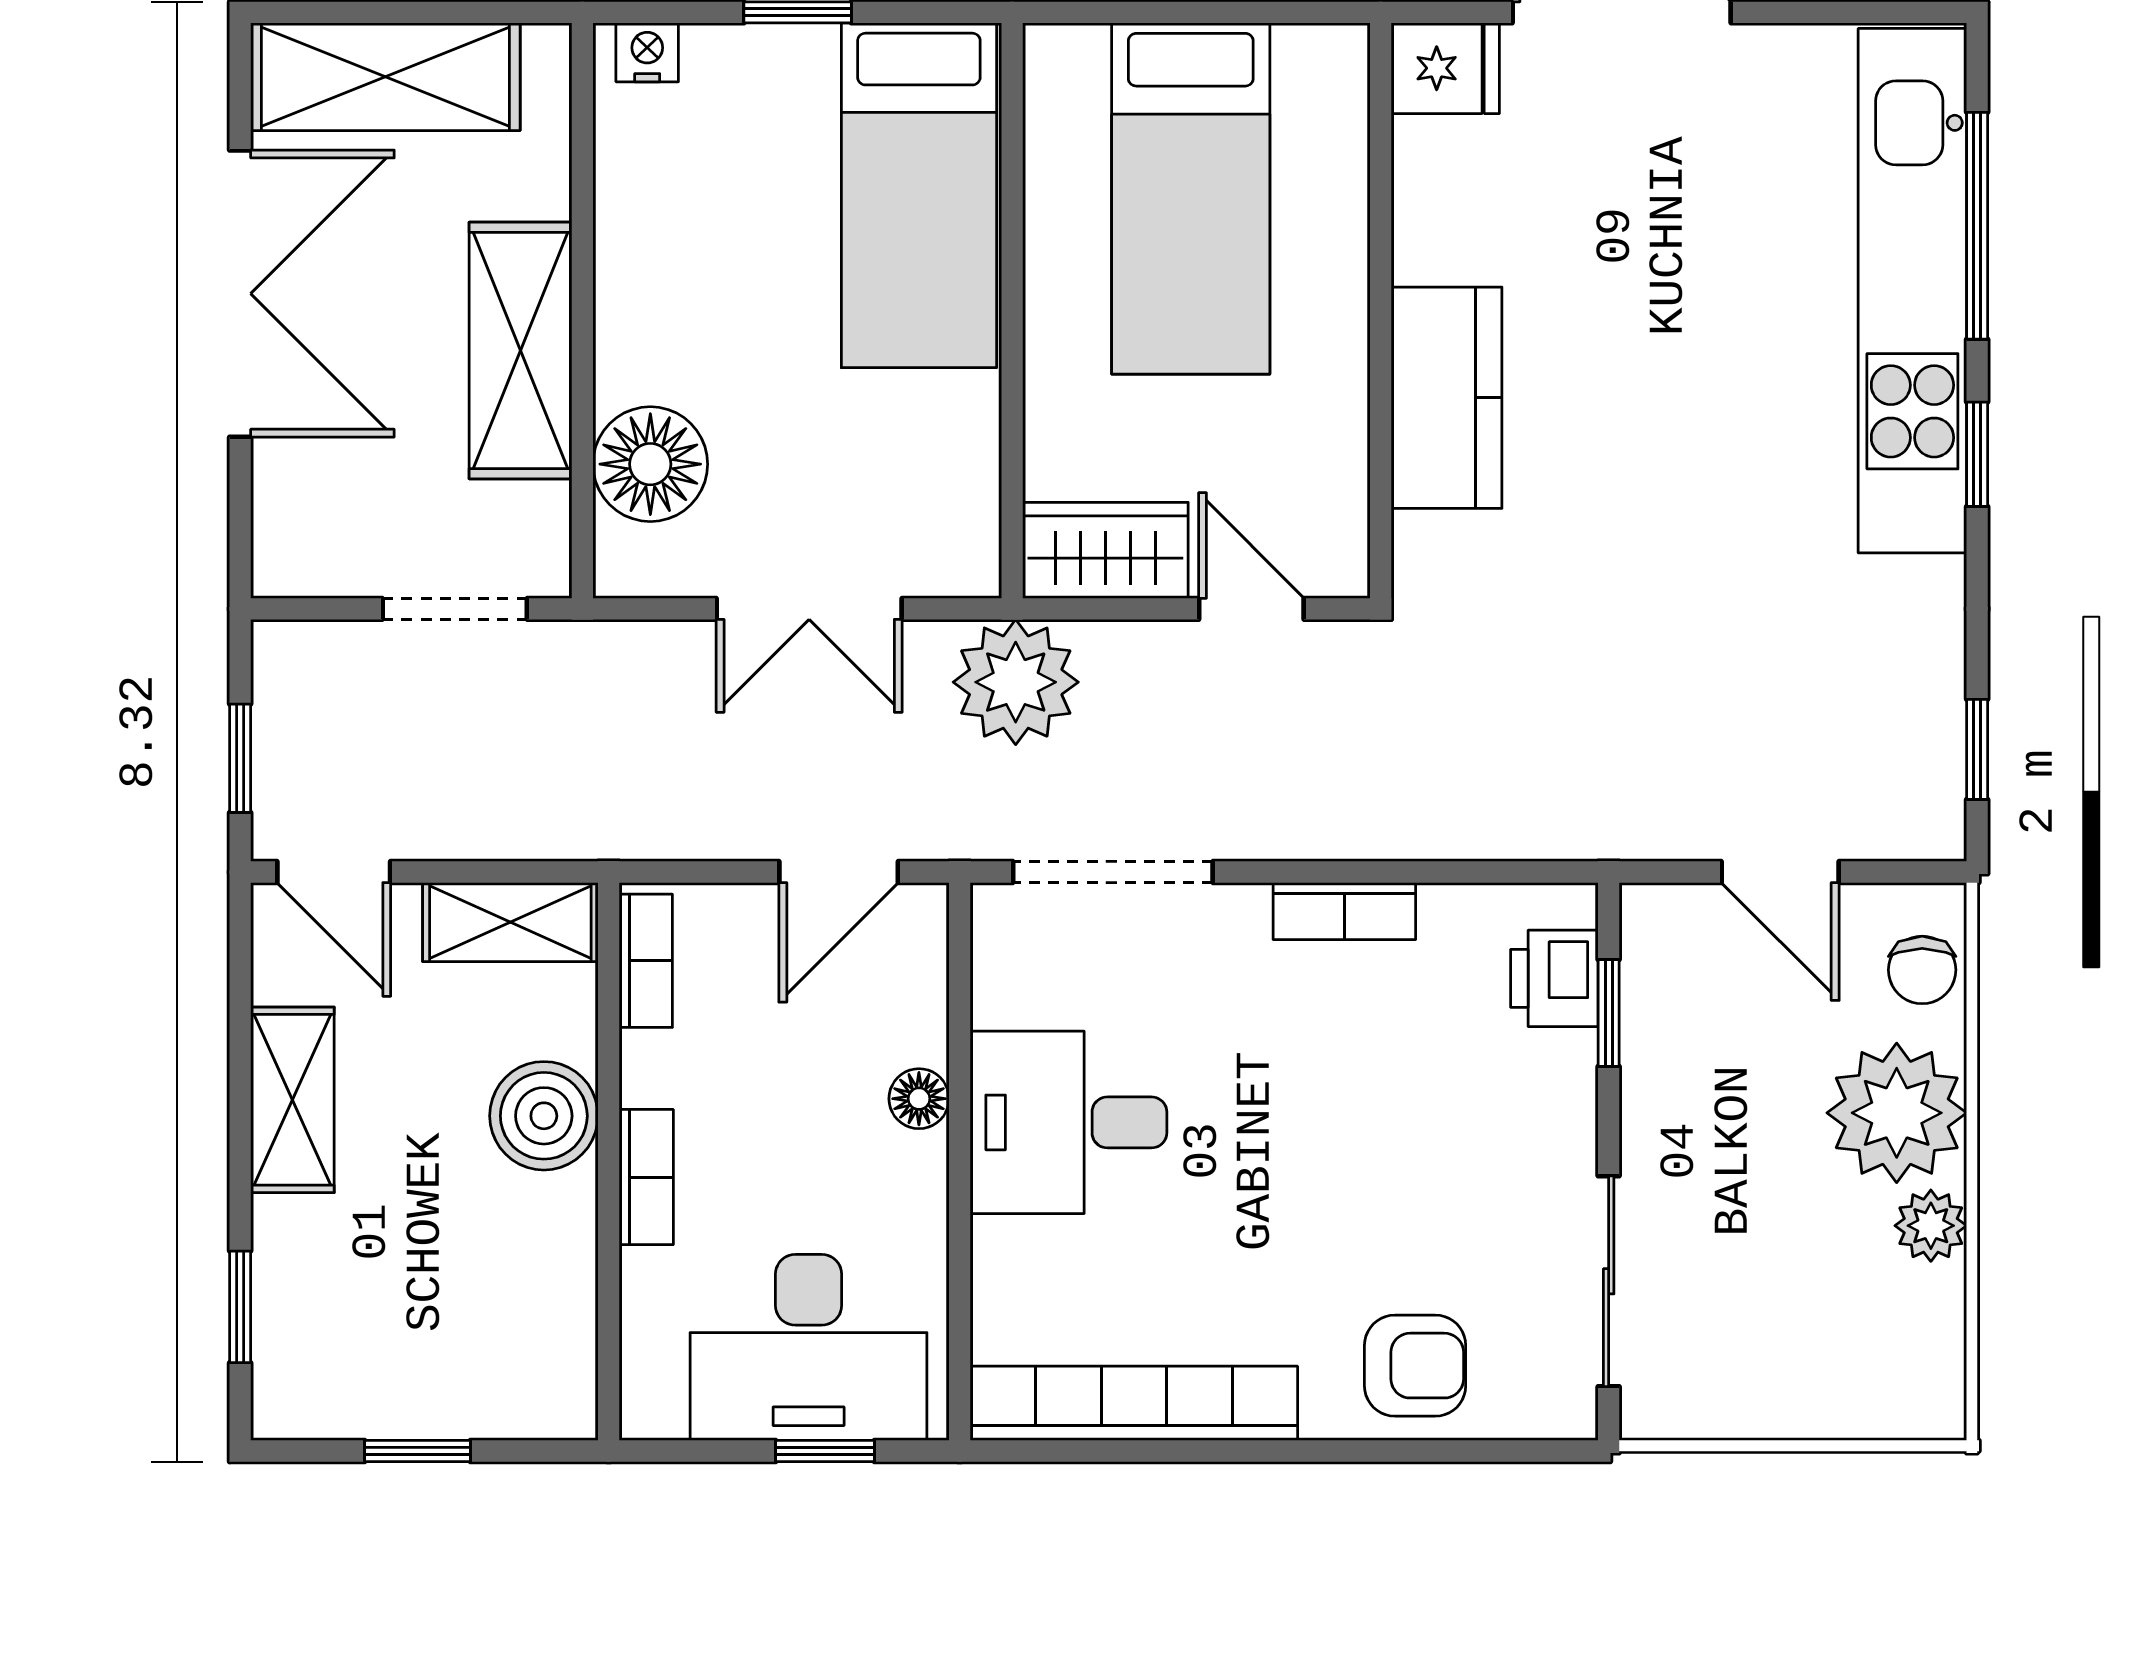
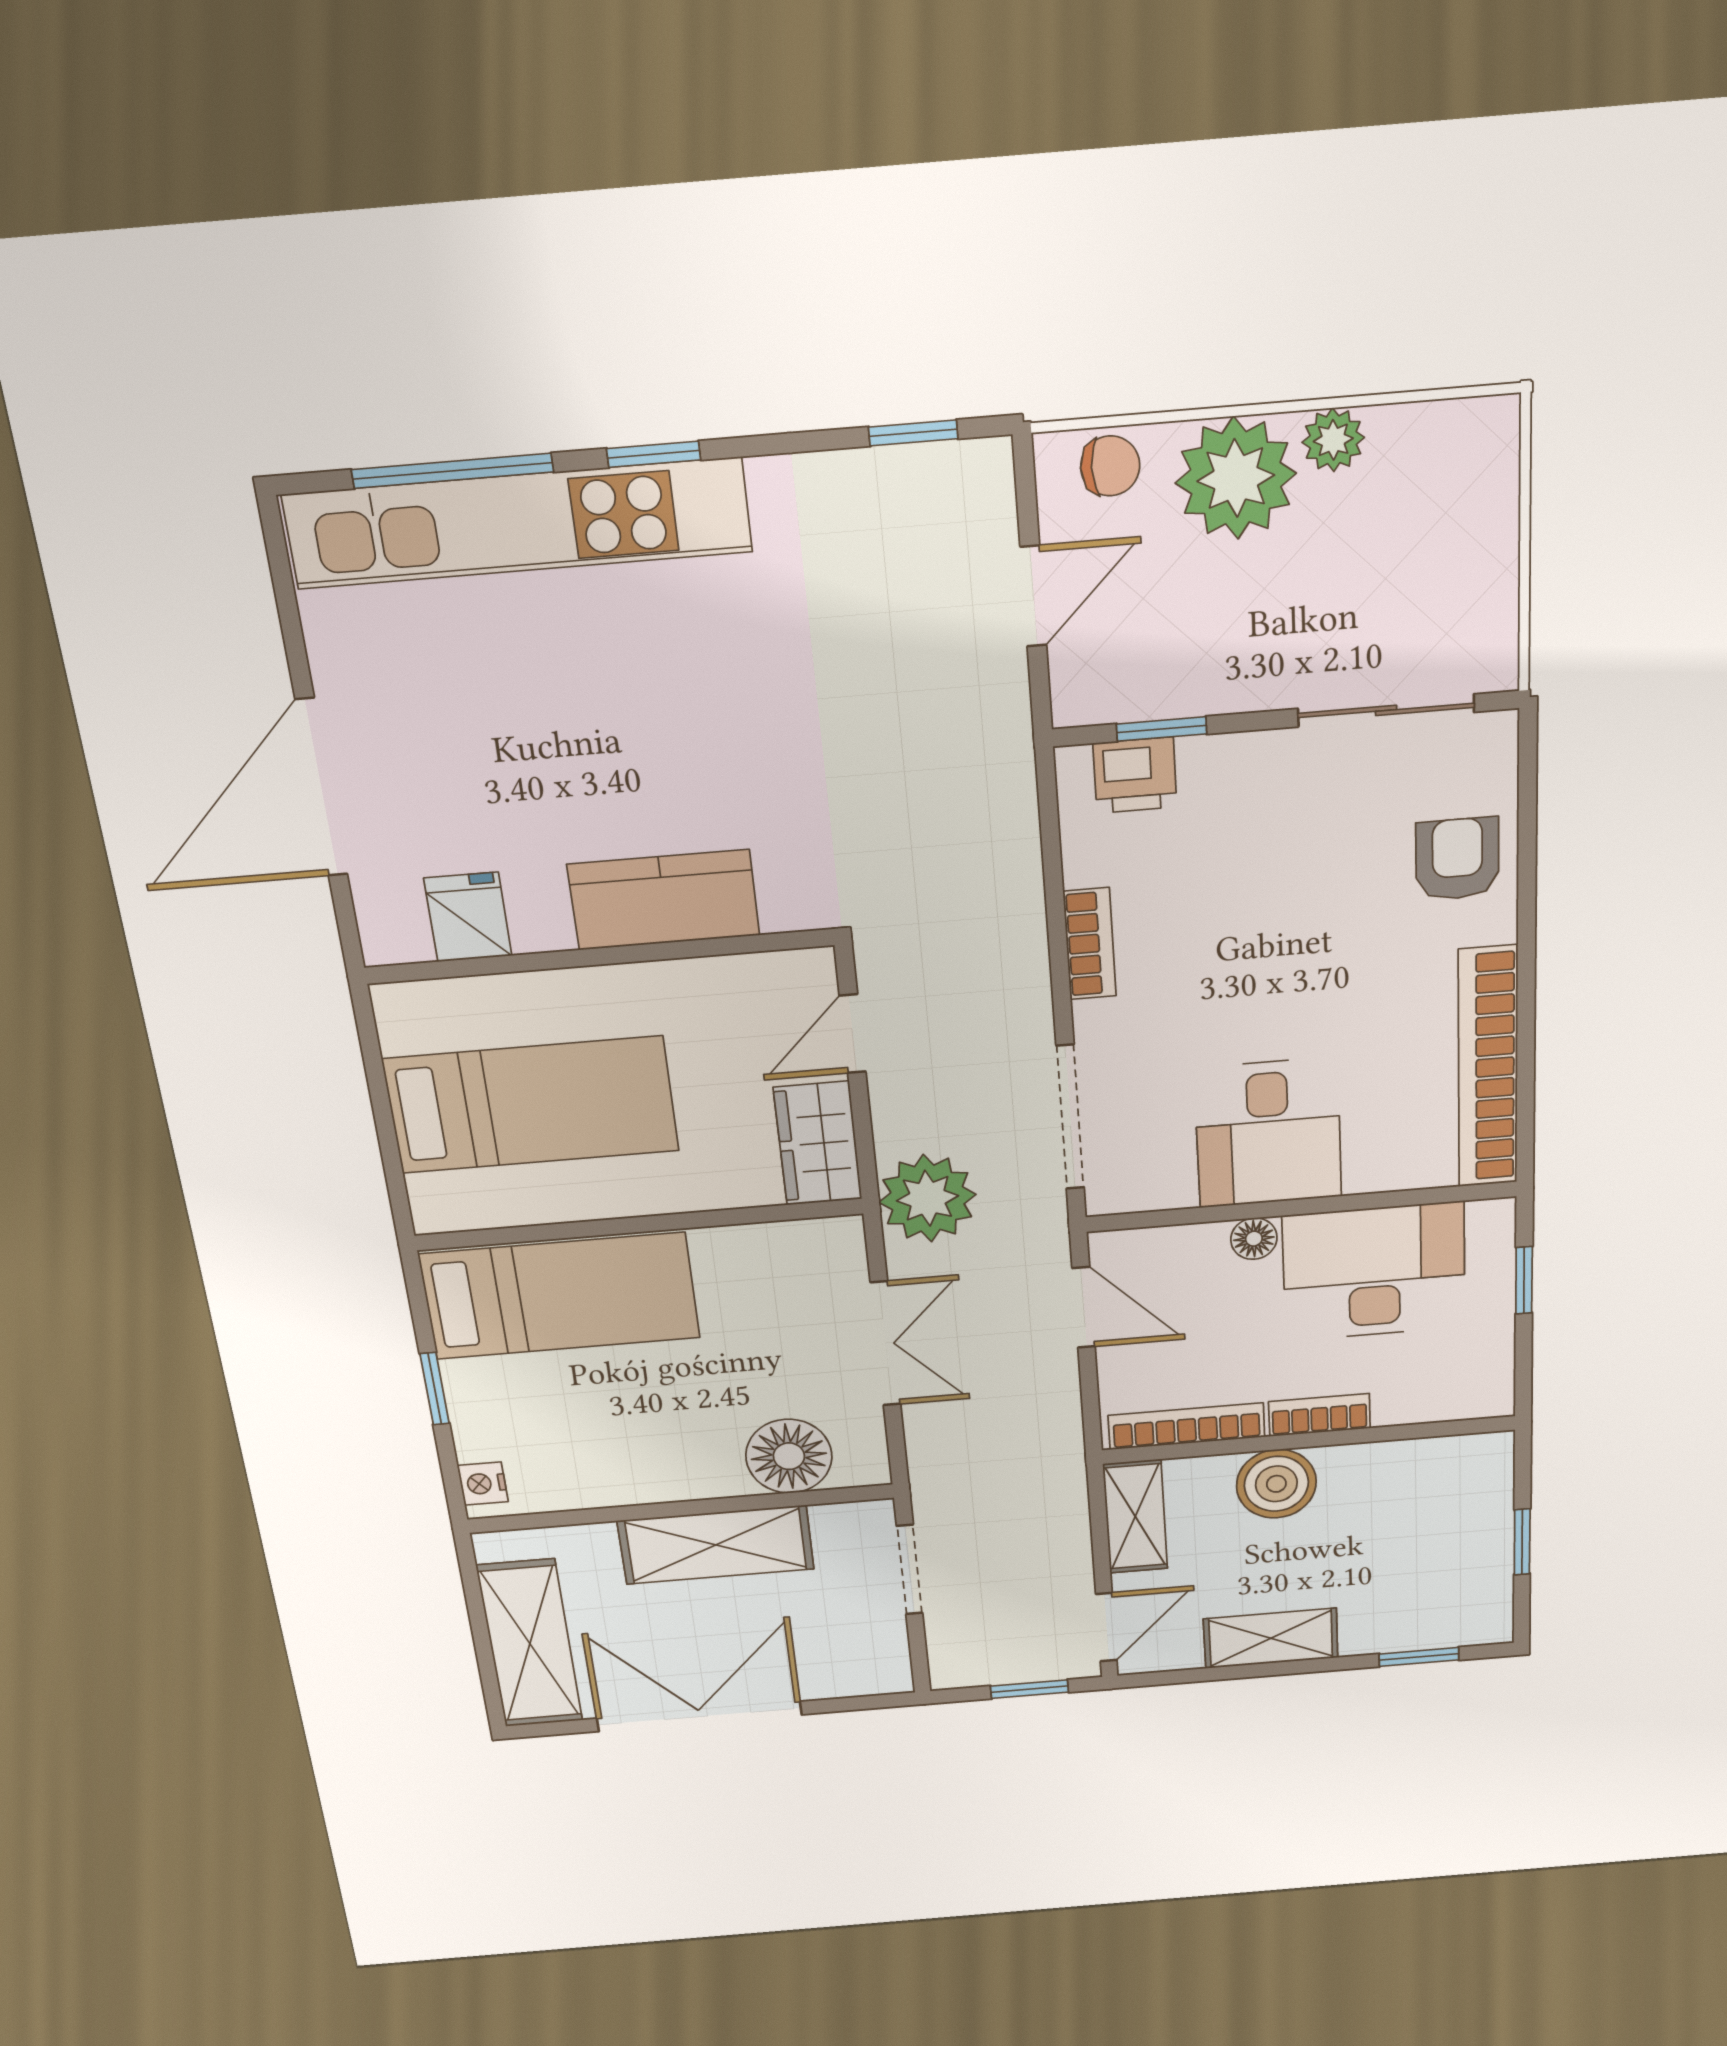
fridge: (1445, 68) -> (468, 917), moved
bookcase: (646, 961) -> (1187, 1426), width x1.56
desk: (809, 1347) -> (1374, 1272), moved, turned -90

